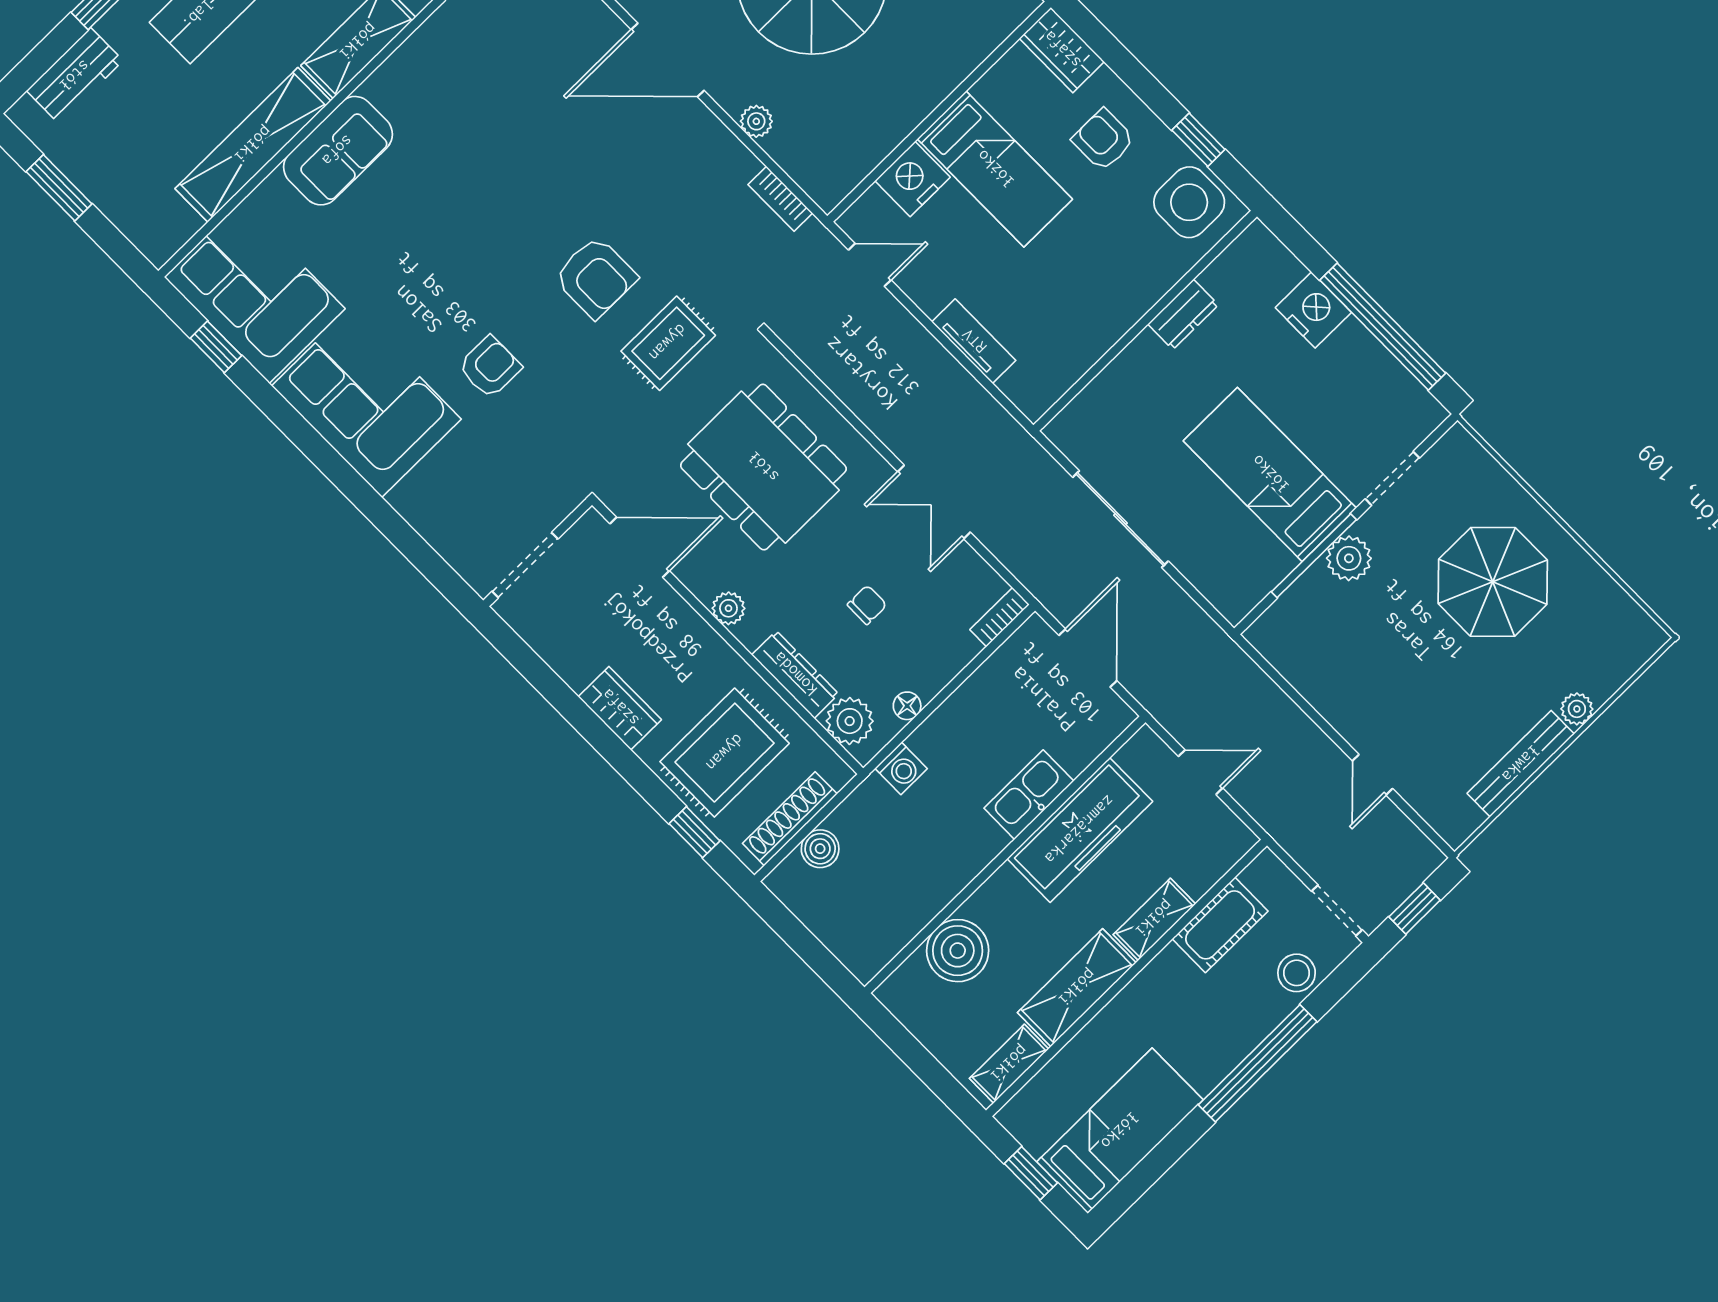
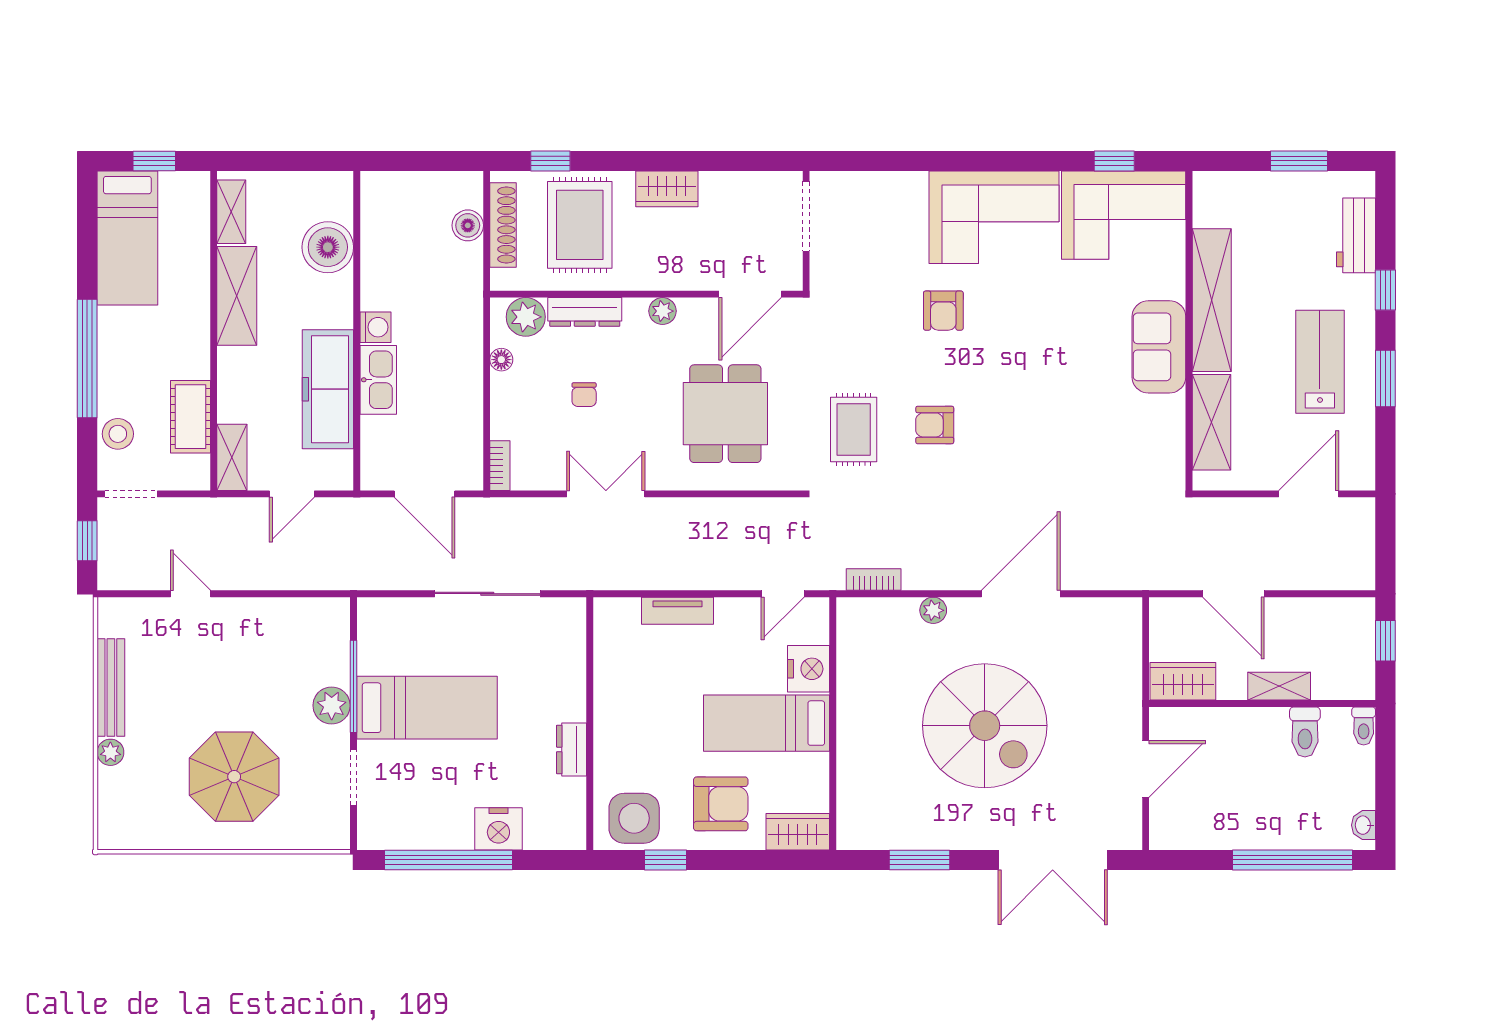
armchair: (1103, 140) -> (721, 804), width x1.38, depth x1.38
armchair: (595, 277) -> (935, 425), width x0.72, depth x0.72
dining table: (763, 467) -> (725, 414), width x0.73
washing machine: (901, 768) -> (376, 327), moved, turned 180
shelving: (1154, 919) -> (232, 457), moved

